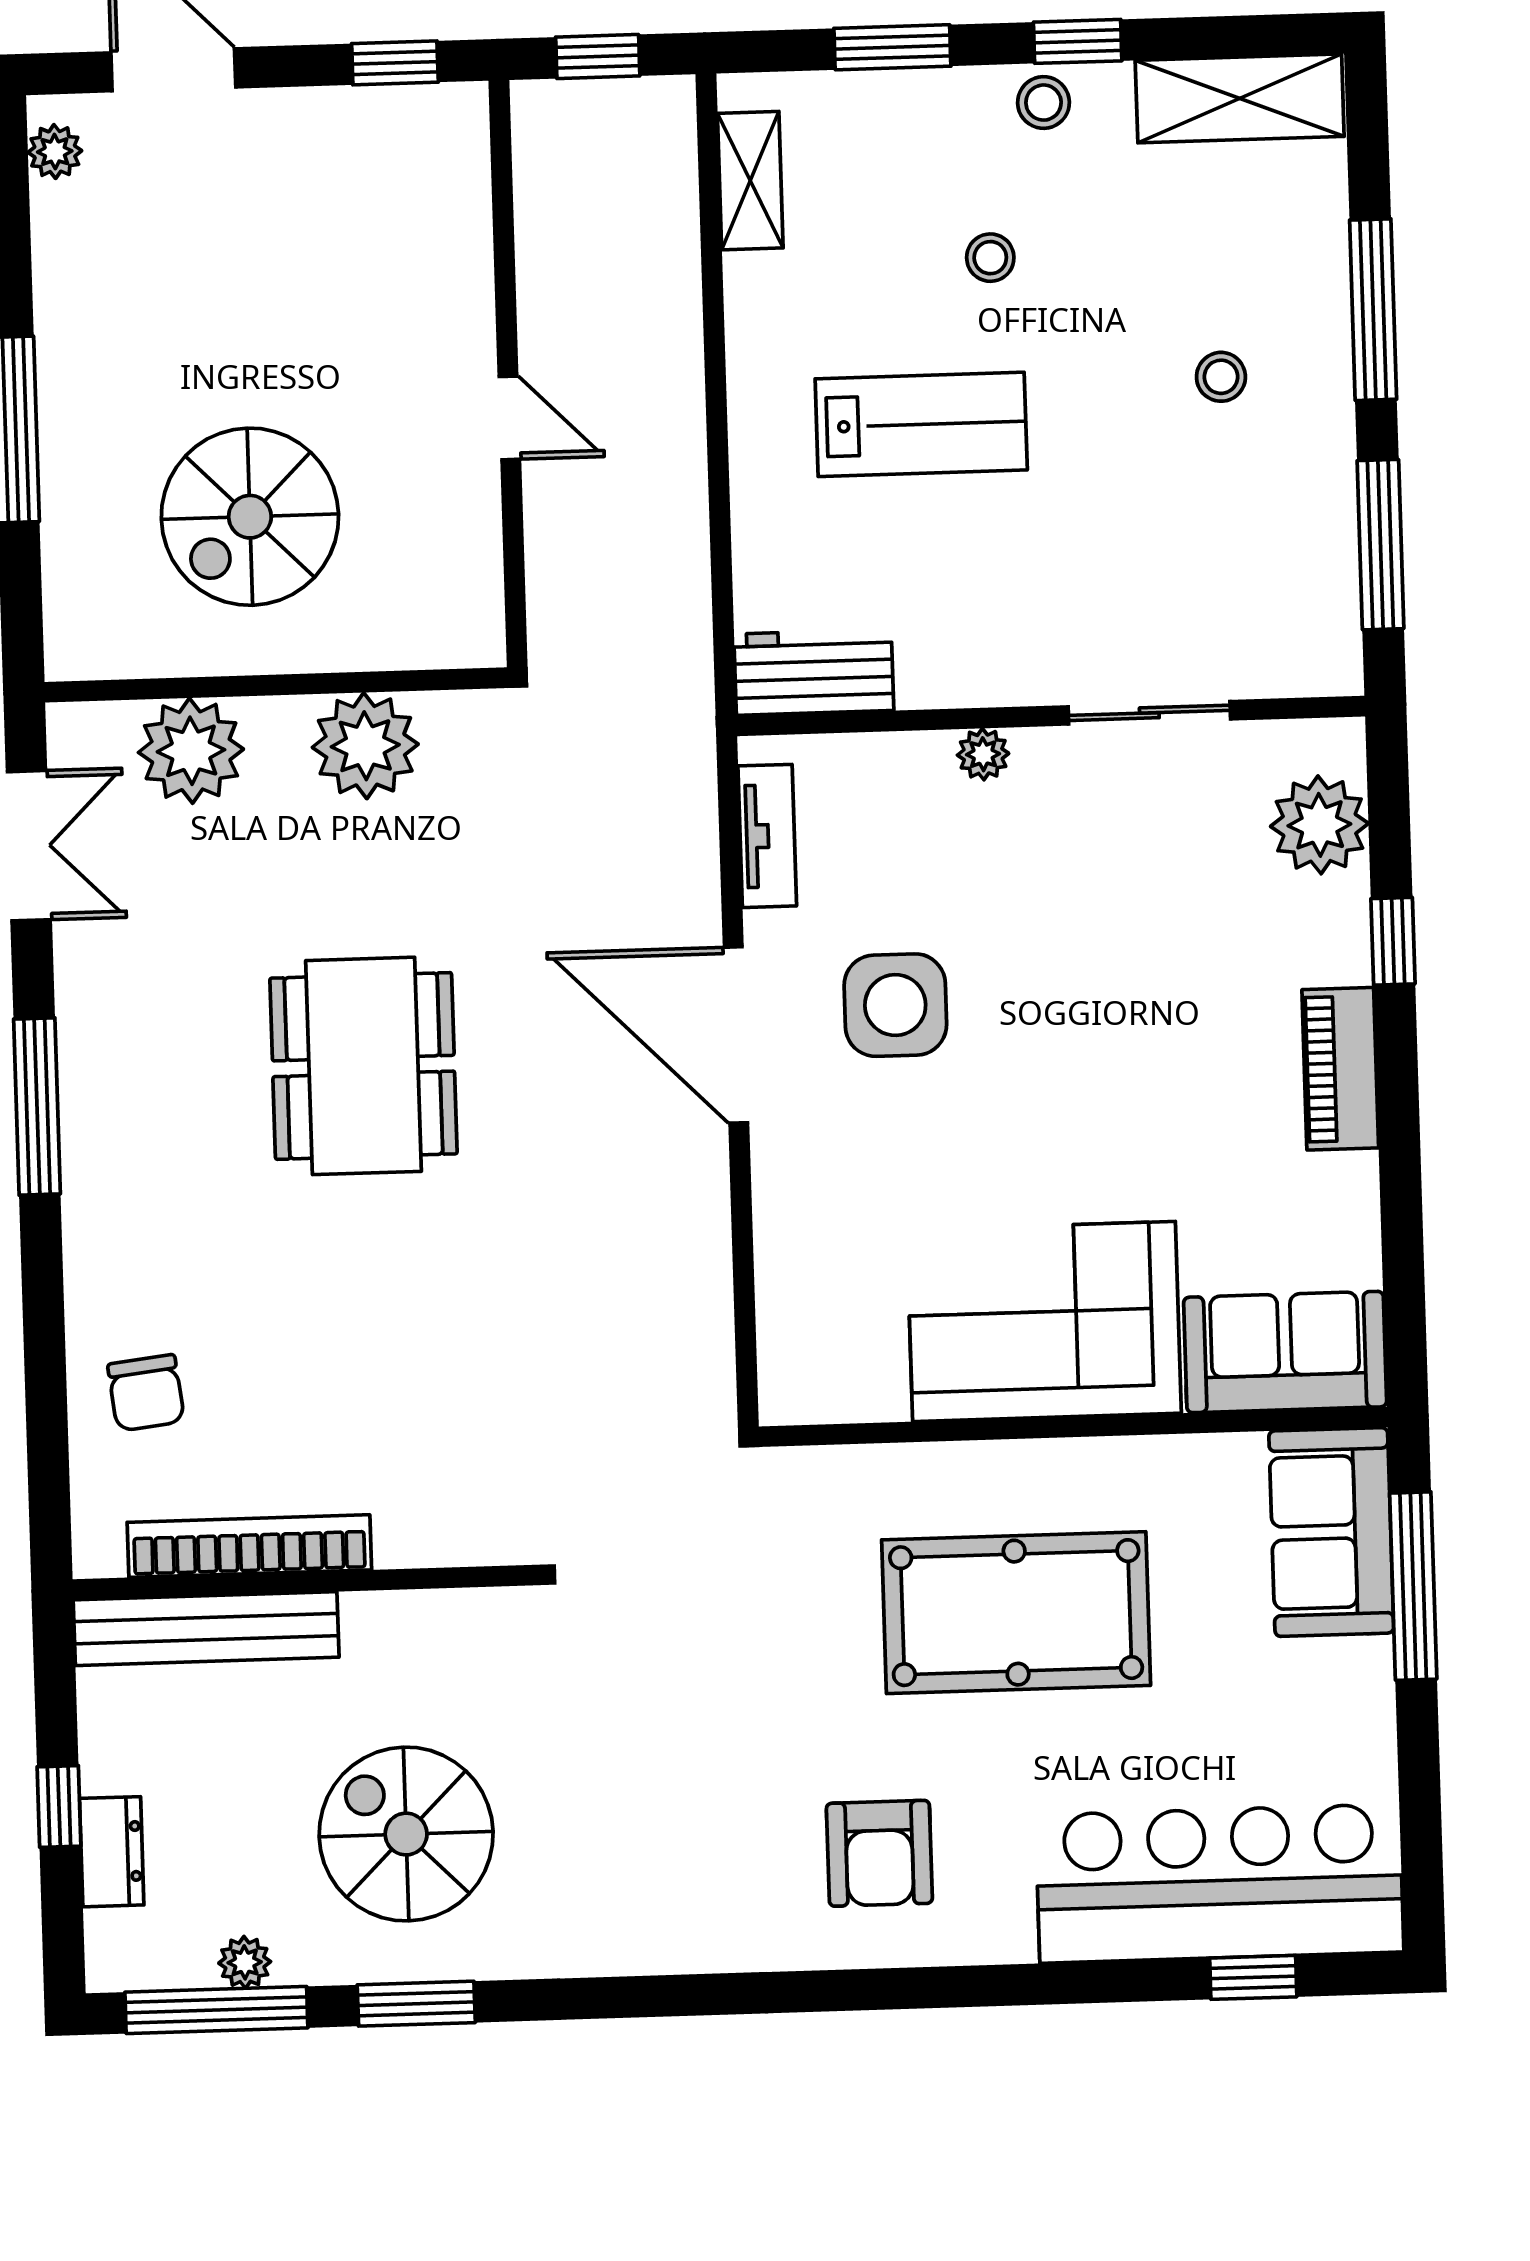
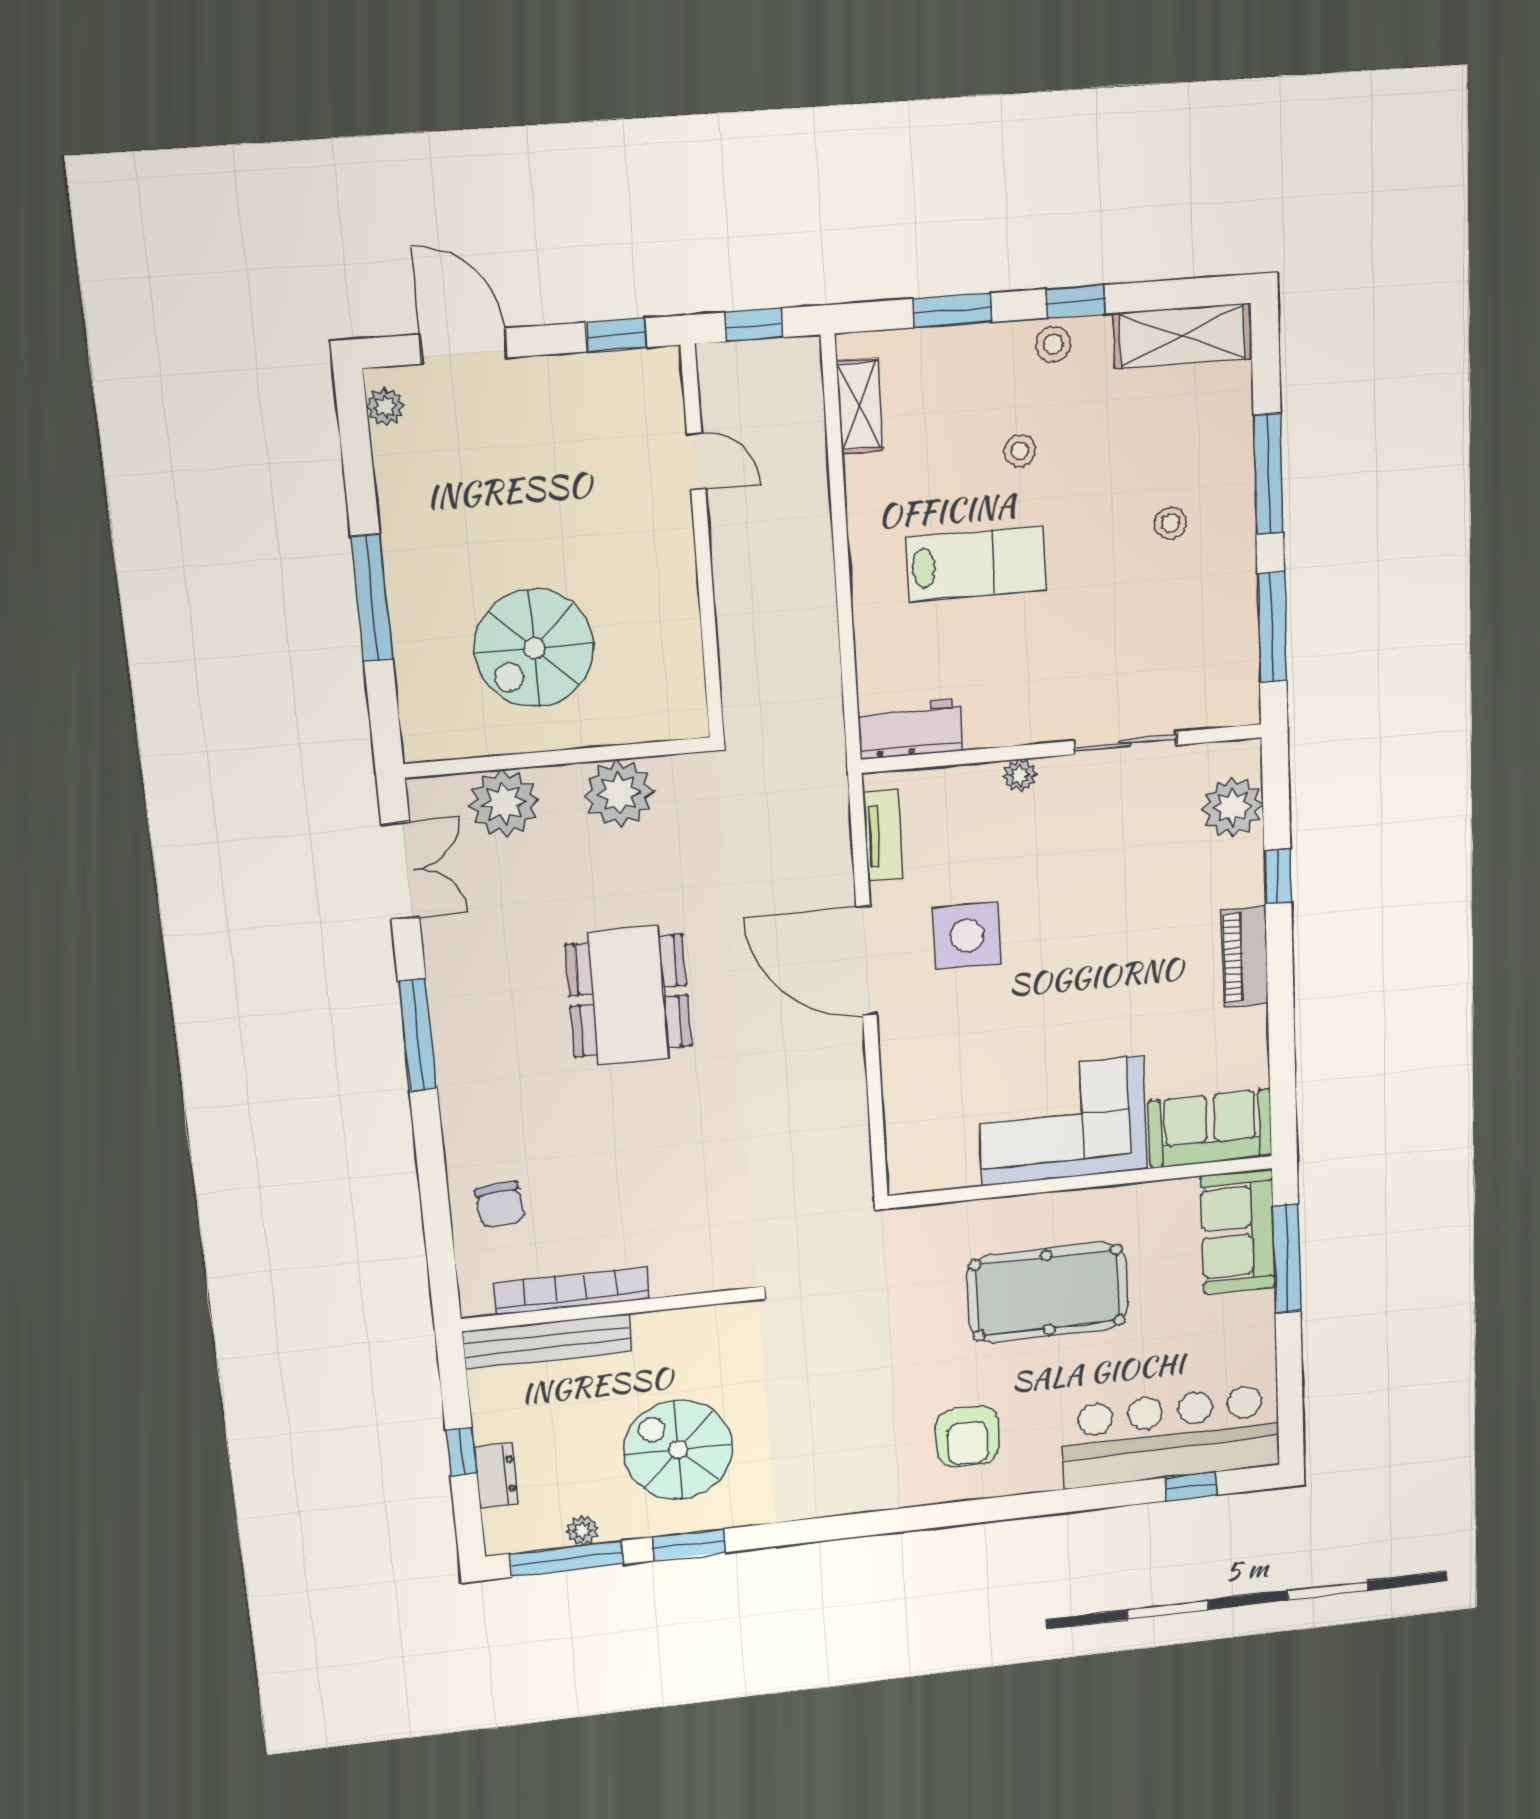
door: (509, 418) -> (696, 461), moved

